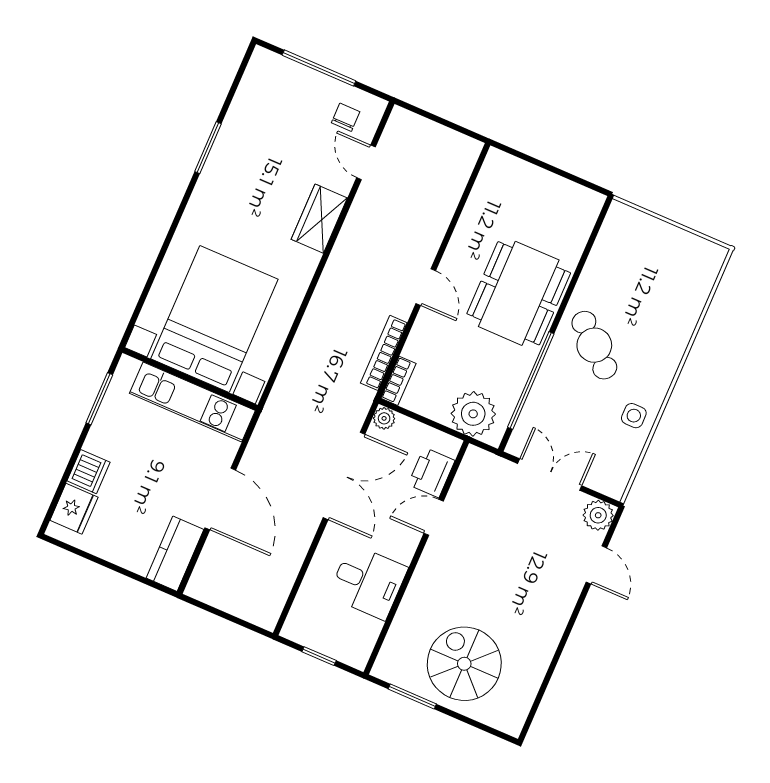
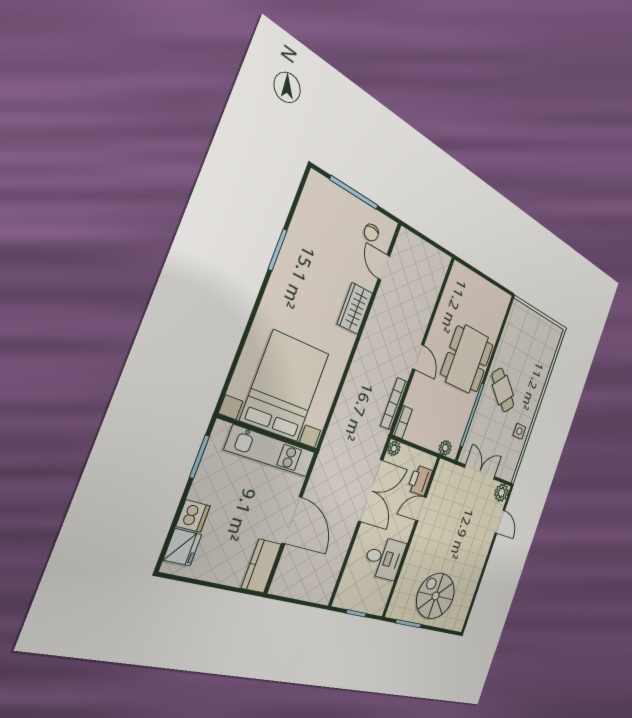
chair: (346, 117) -> (371, 233), turned 180
plant: (473, 414) -> (445, 448), width x0.53, depth x0.53

